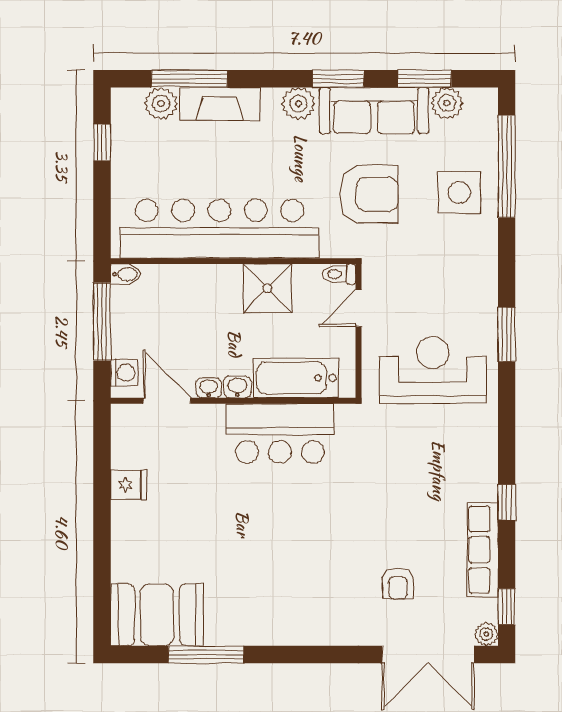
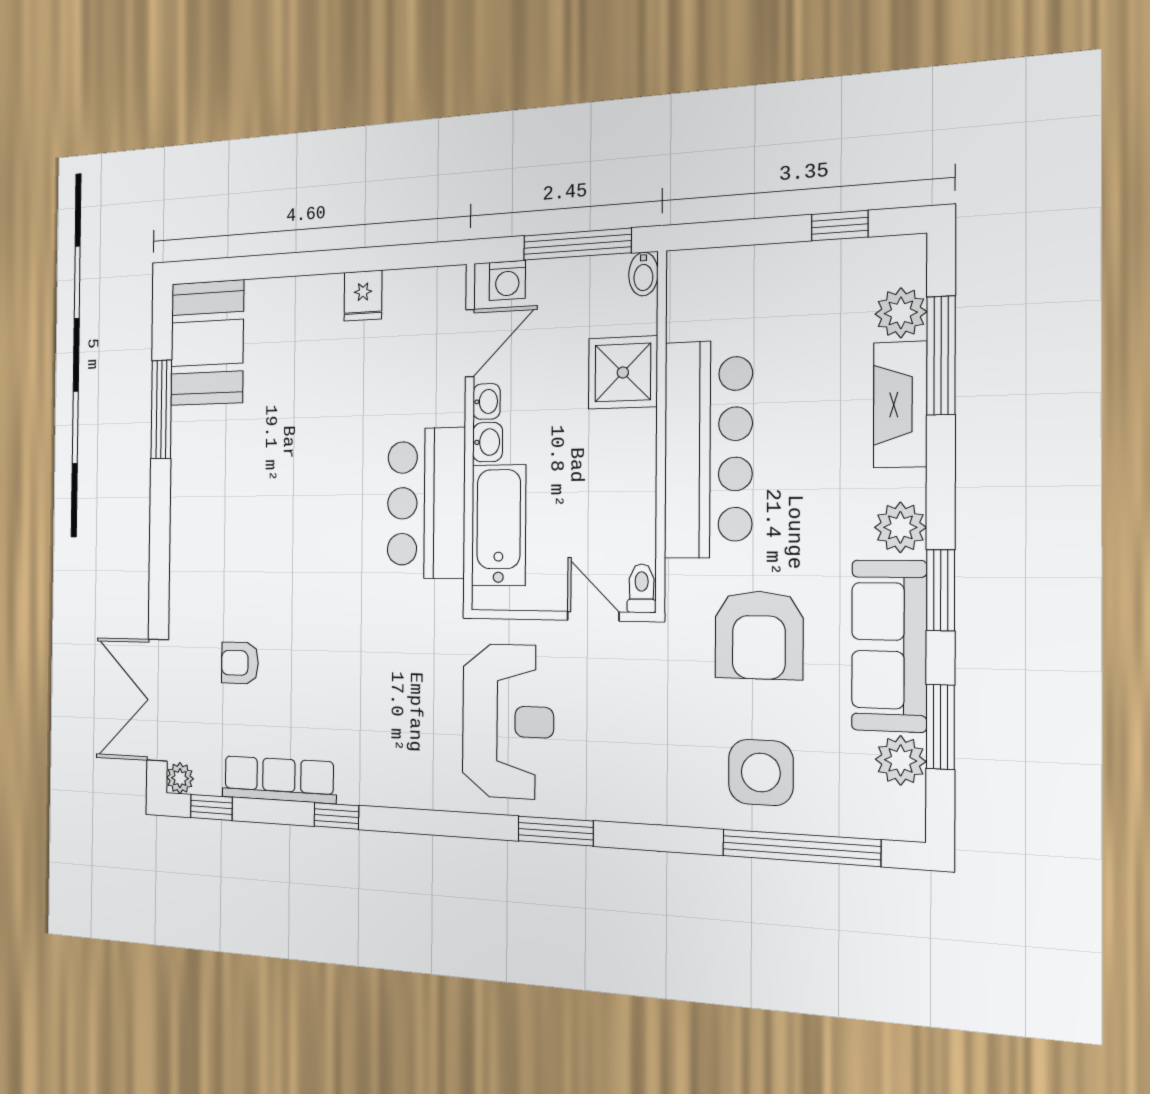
bar counter: (219, 229) -> (708, 449), width x0.73
shower: (267, 288) -> (623, 372), moved

